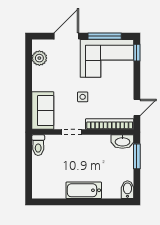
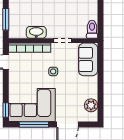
washbasin: (122, 142) -> (36, 32), moved

